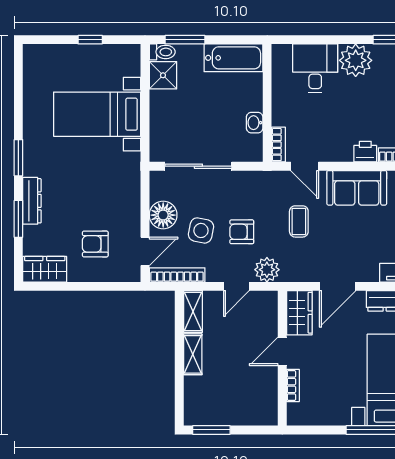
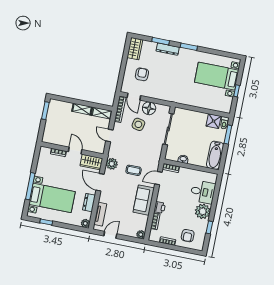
bed with nightstands: (97, 114) -> (217, 76), moved, turned -90
armchair: (242, 232) -> (134, 143), removed
plant: (267, 270) -> (112, 164), moved

